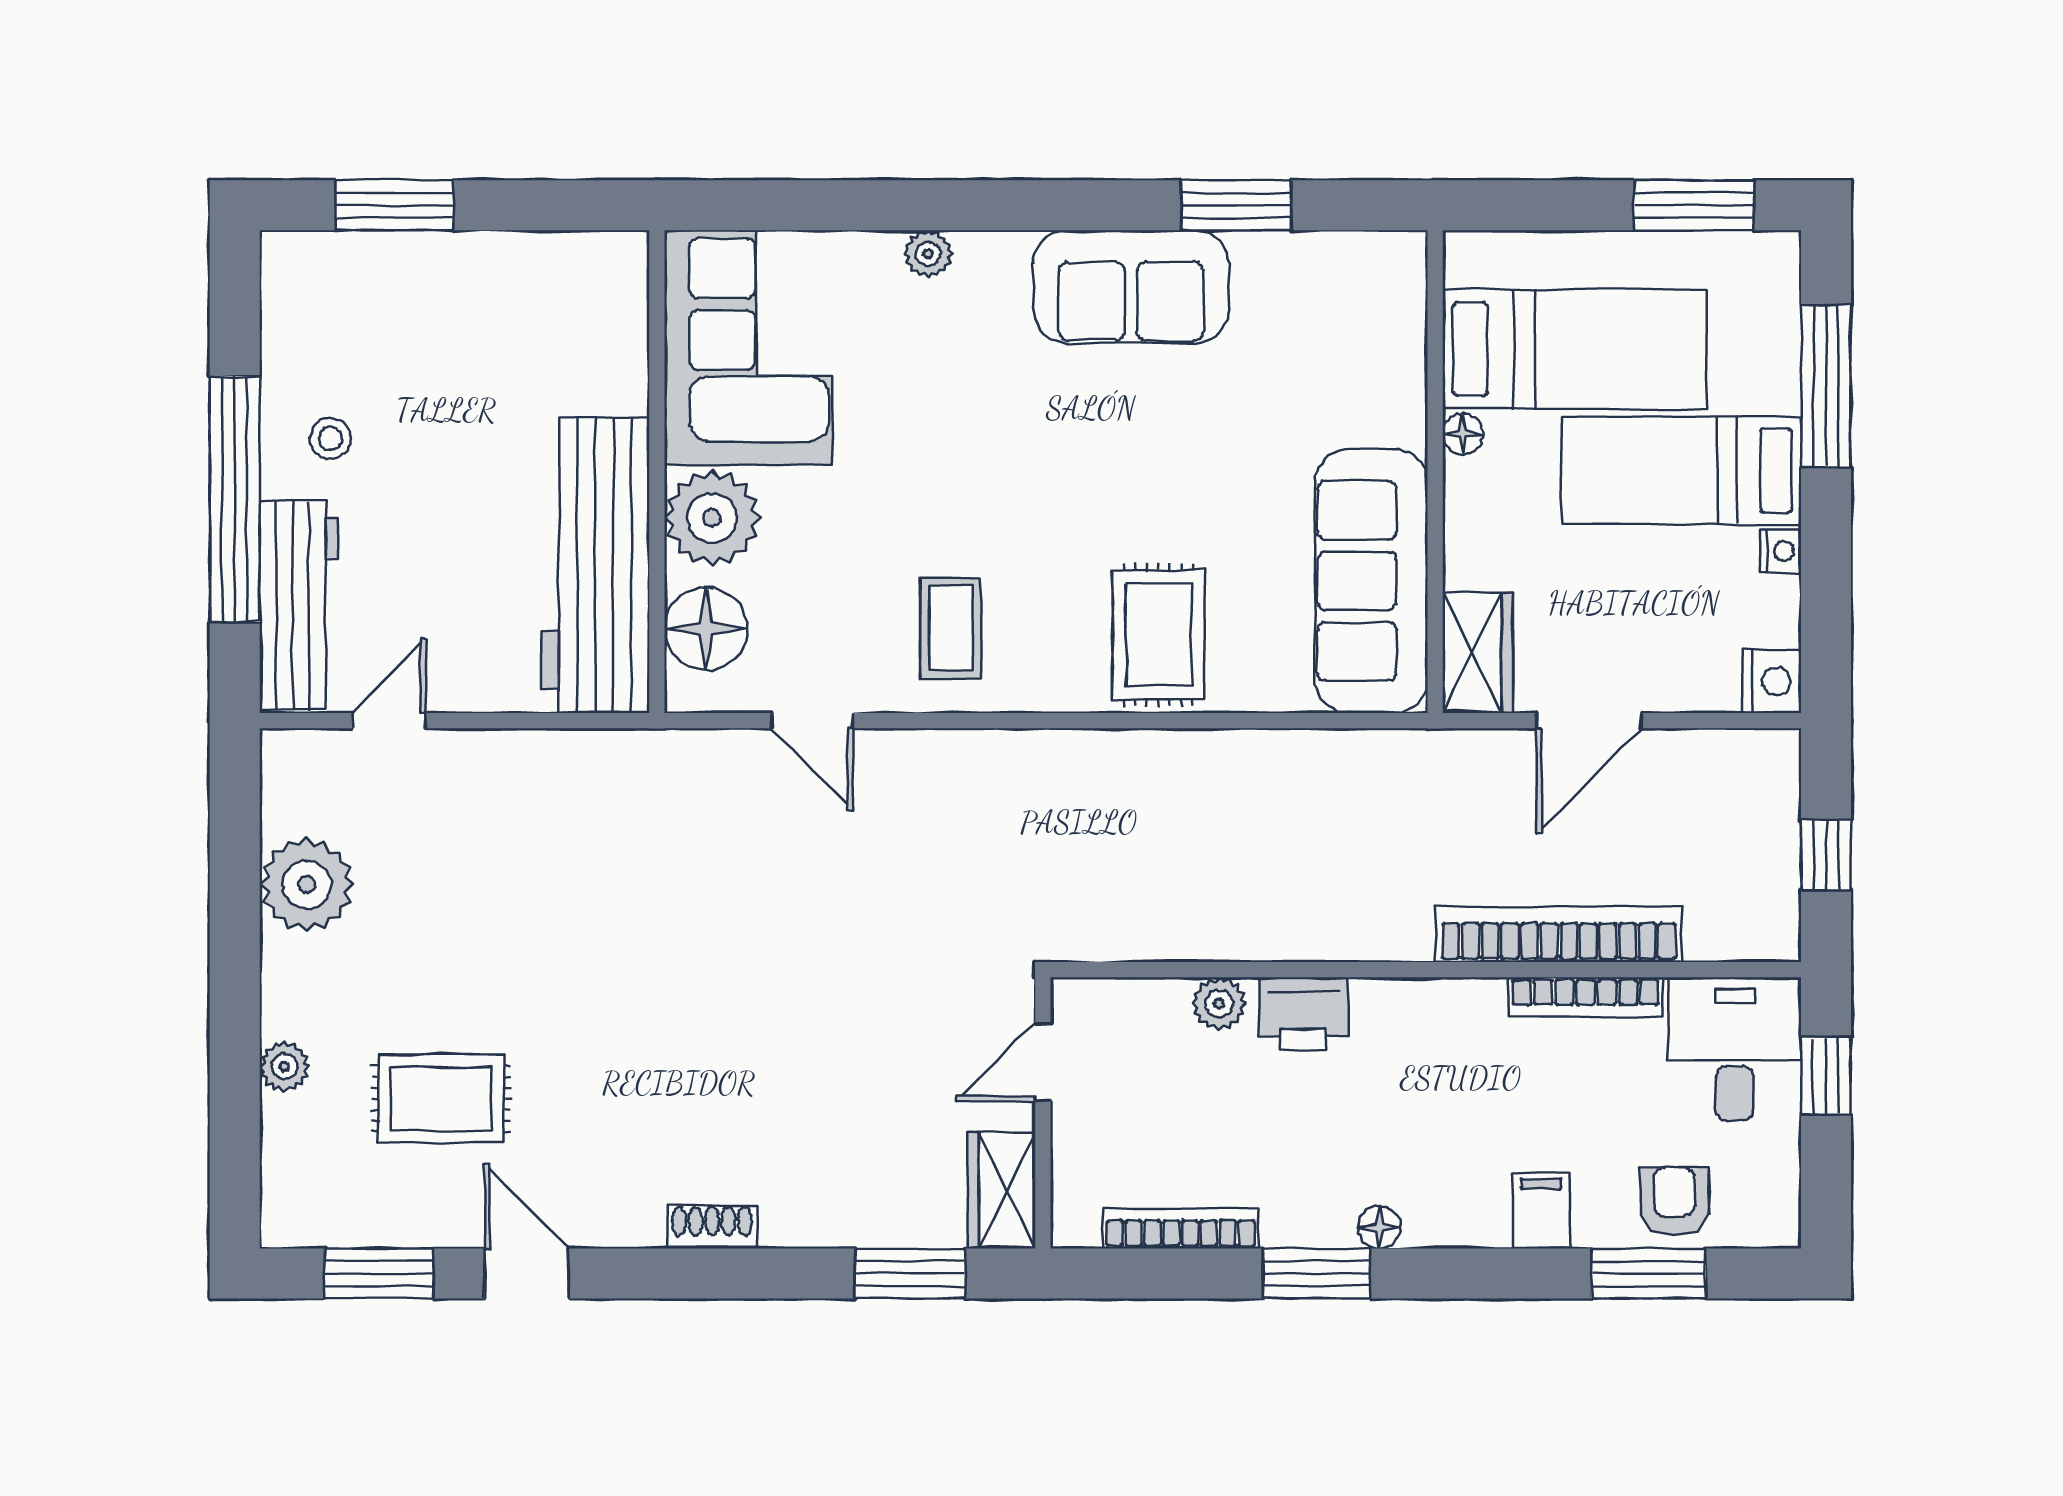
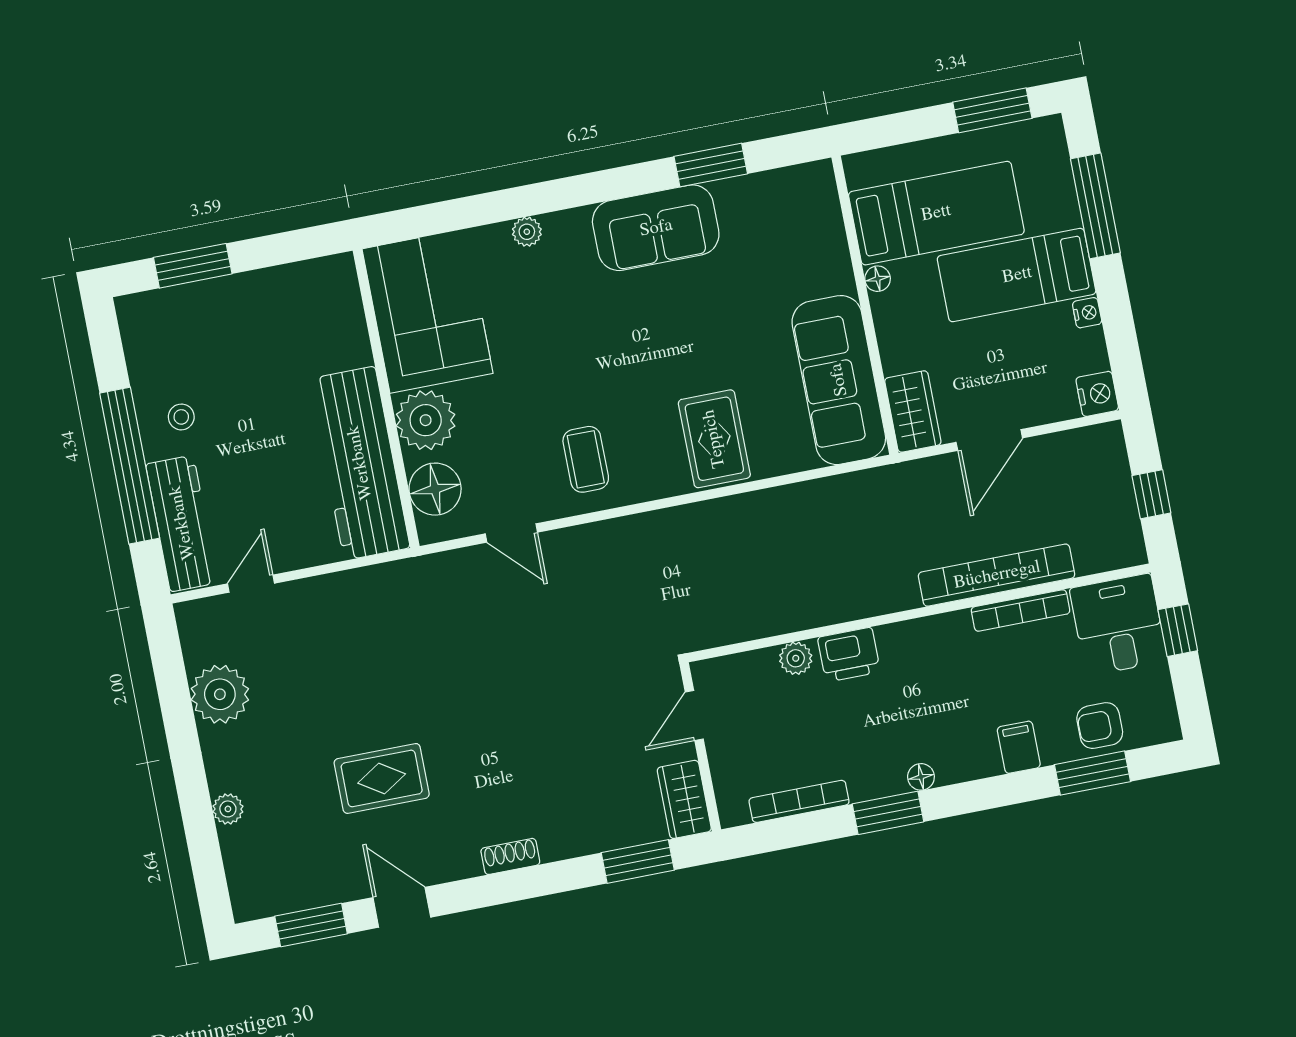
rug: (441, 1099) -> (382, 778), moved
armchair: (1675, 1201) -> (1100, 726), turned -90

